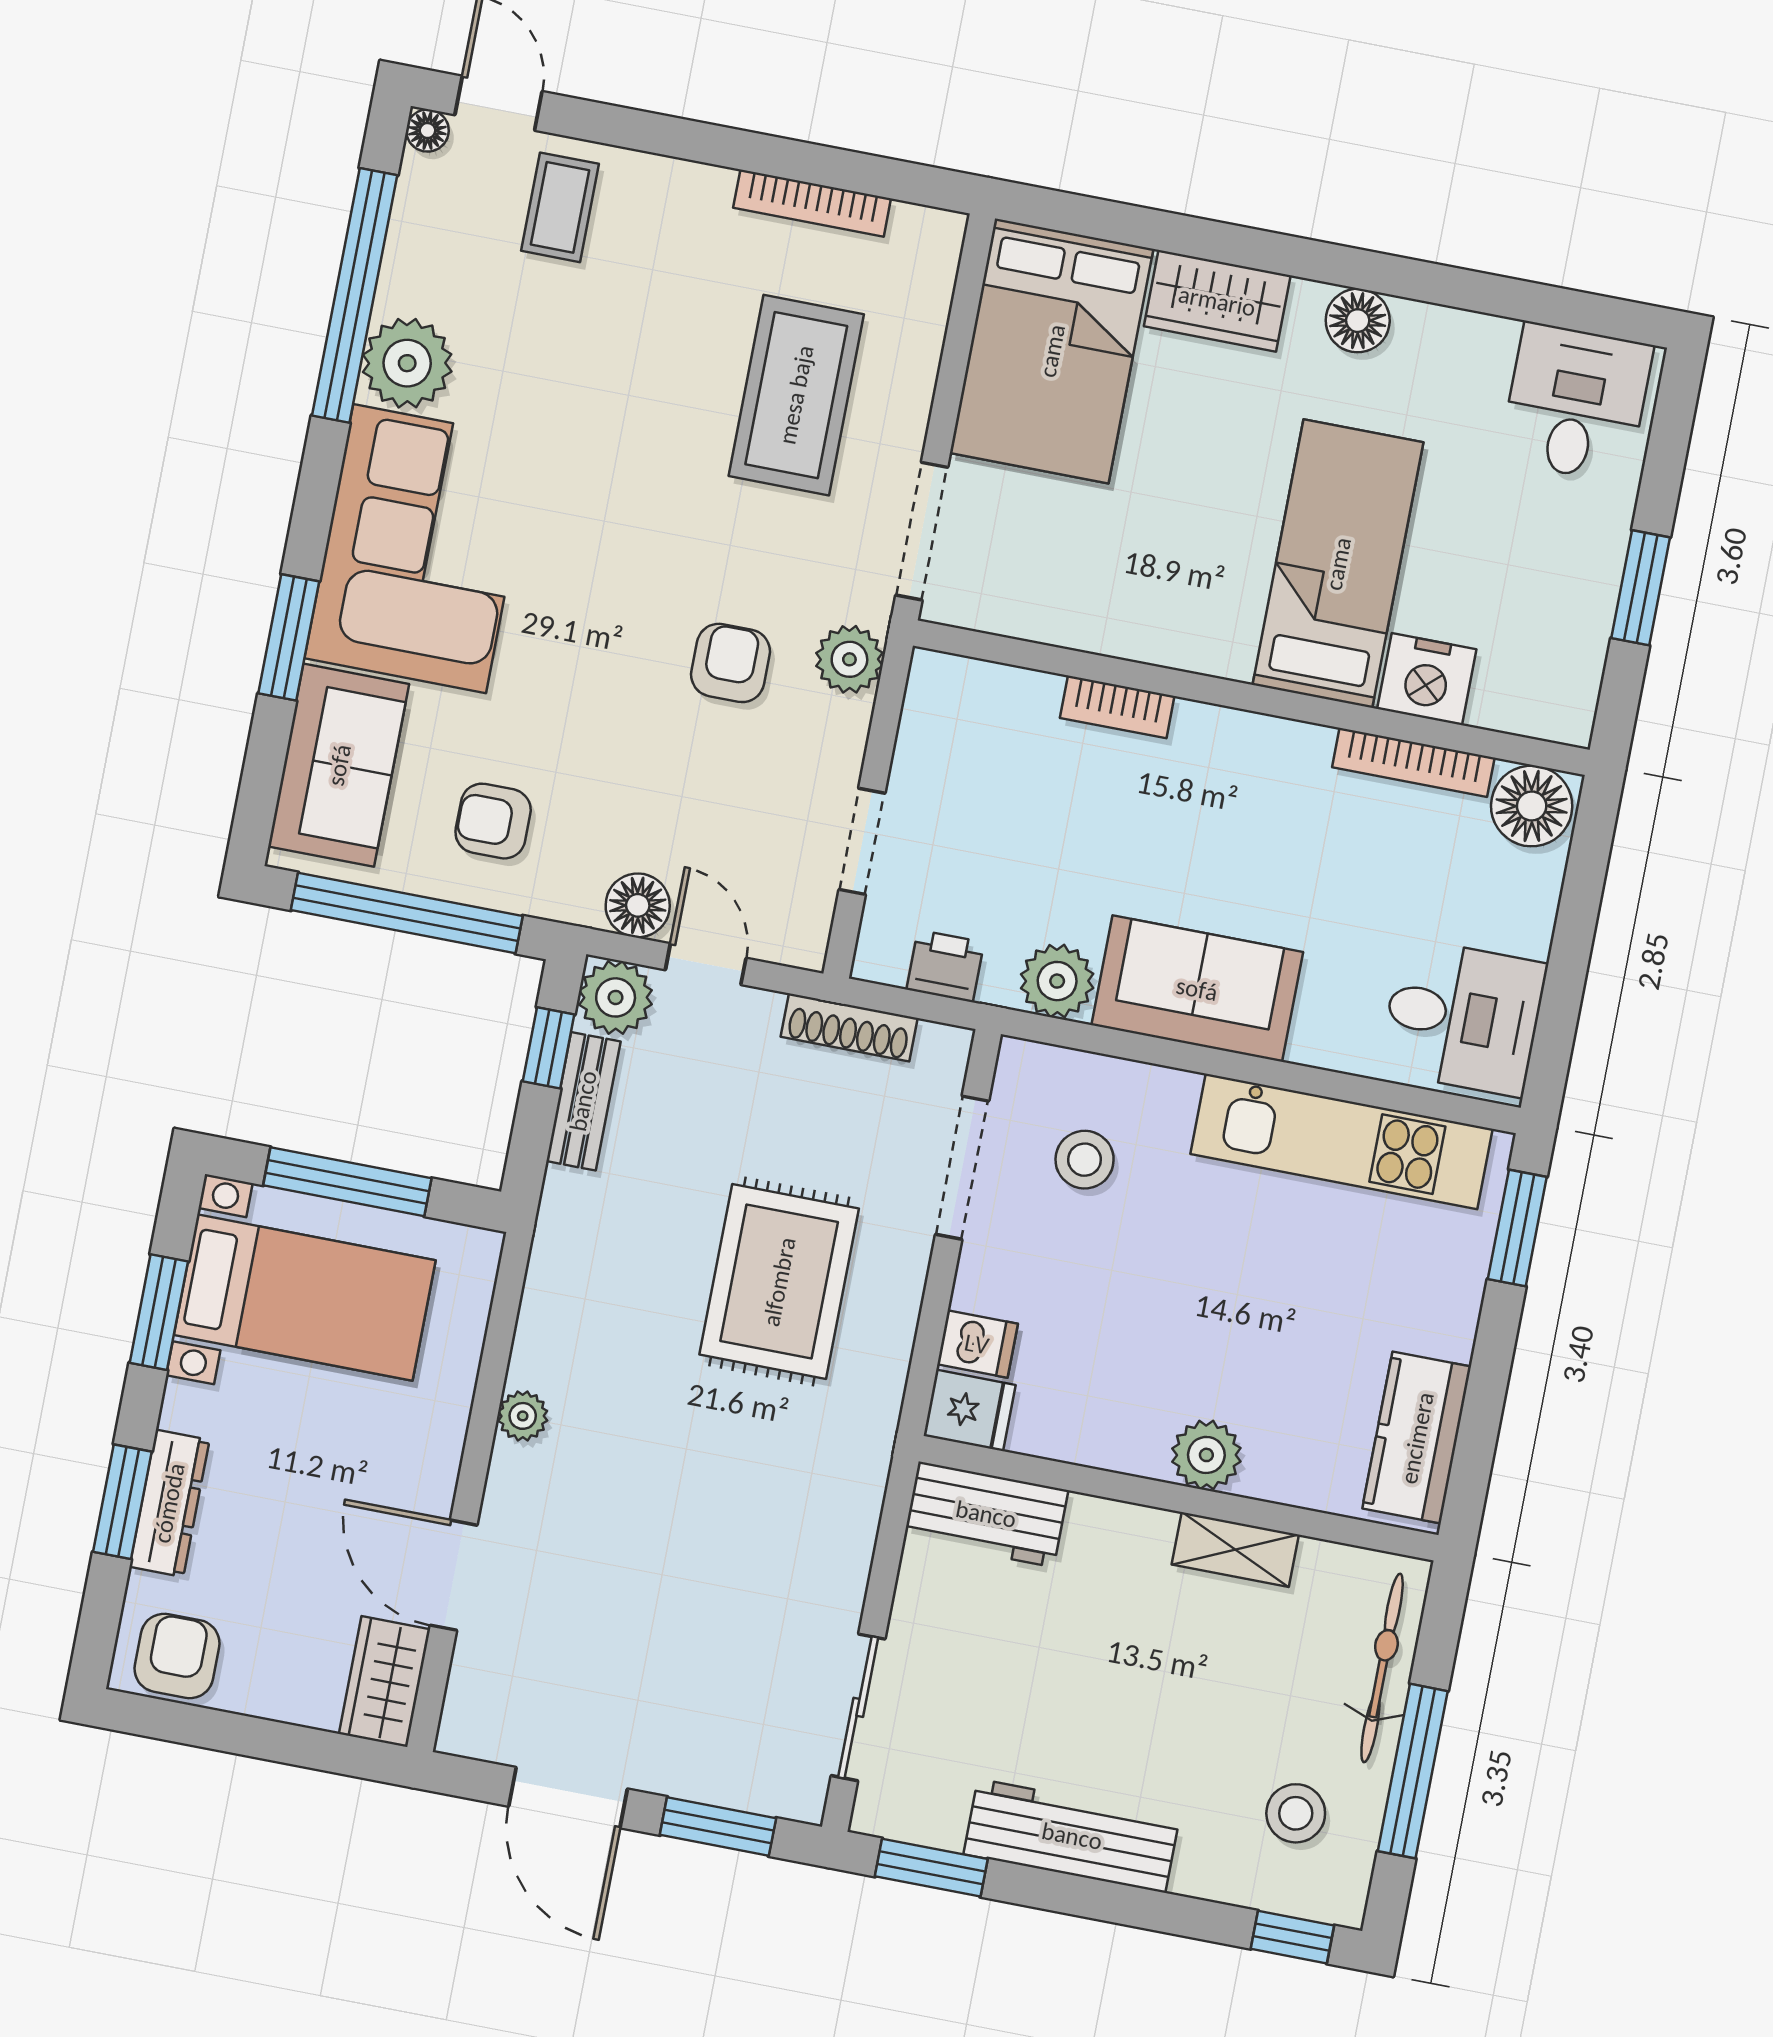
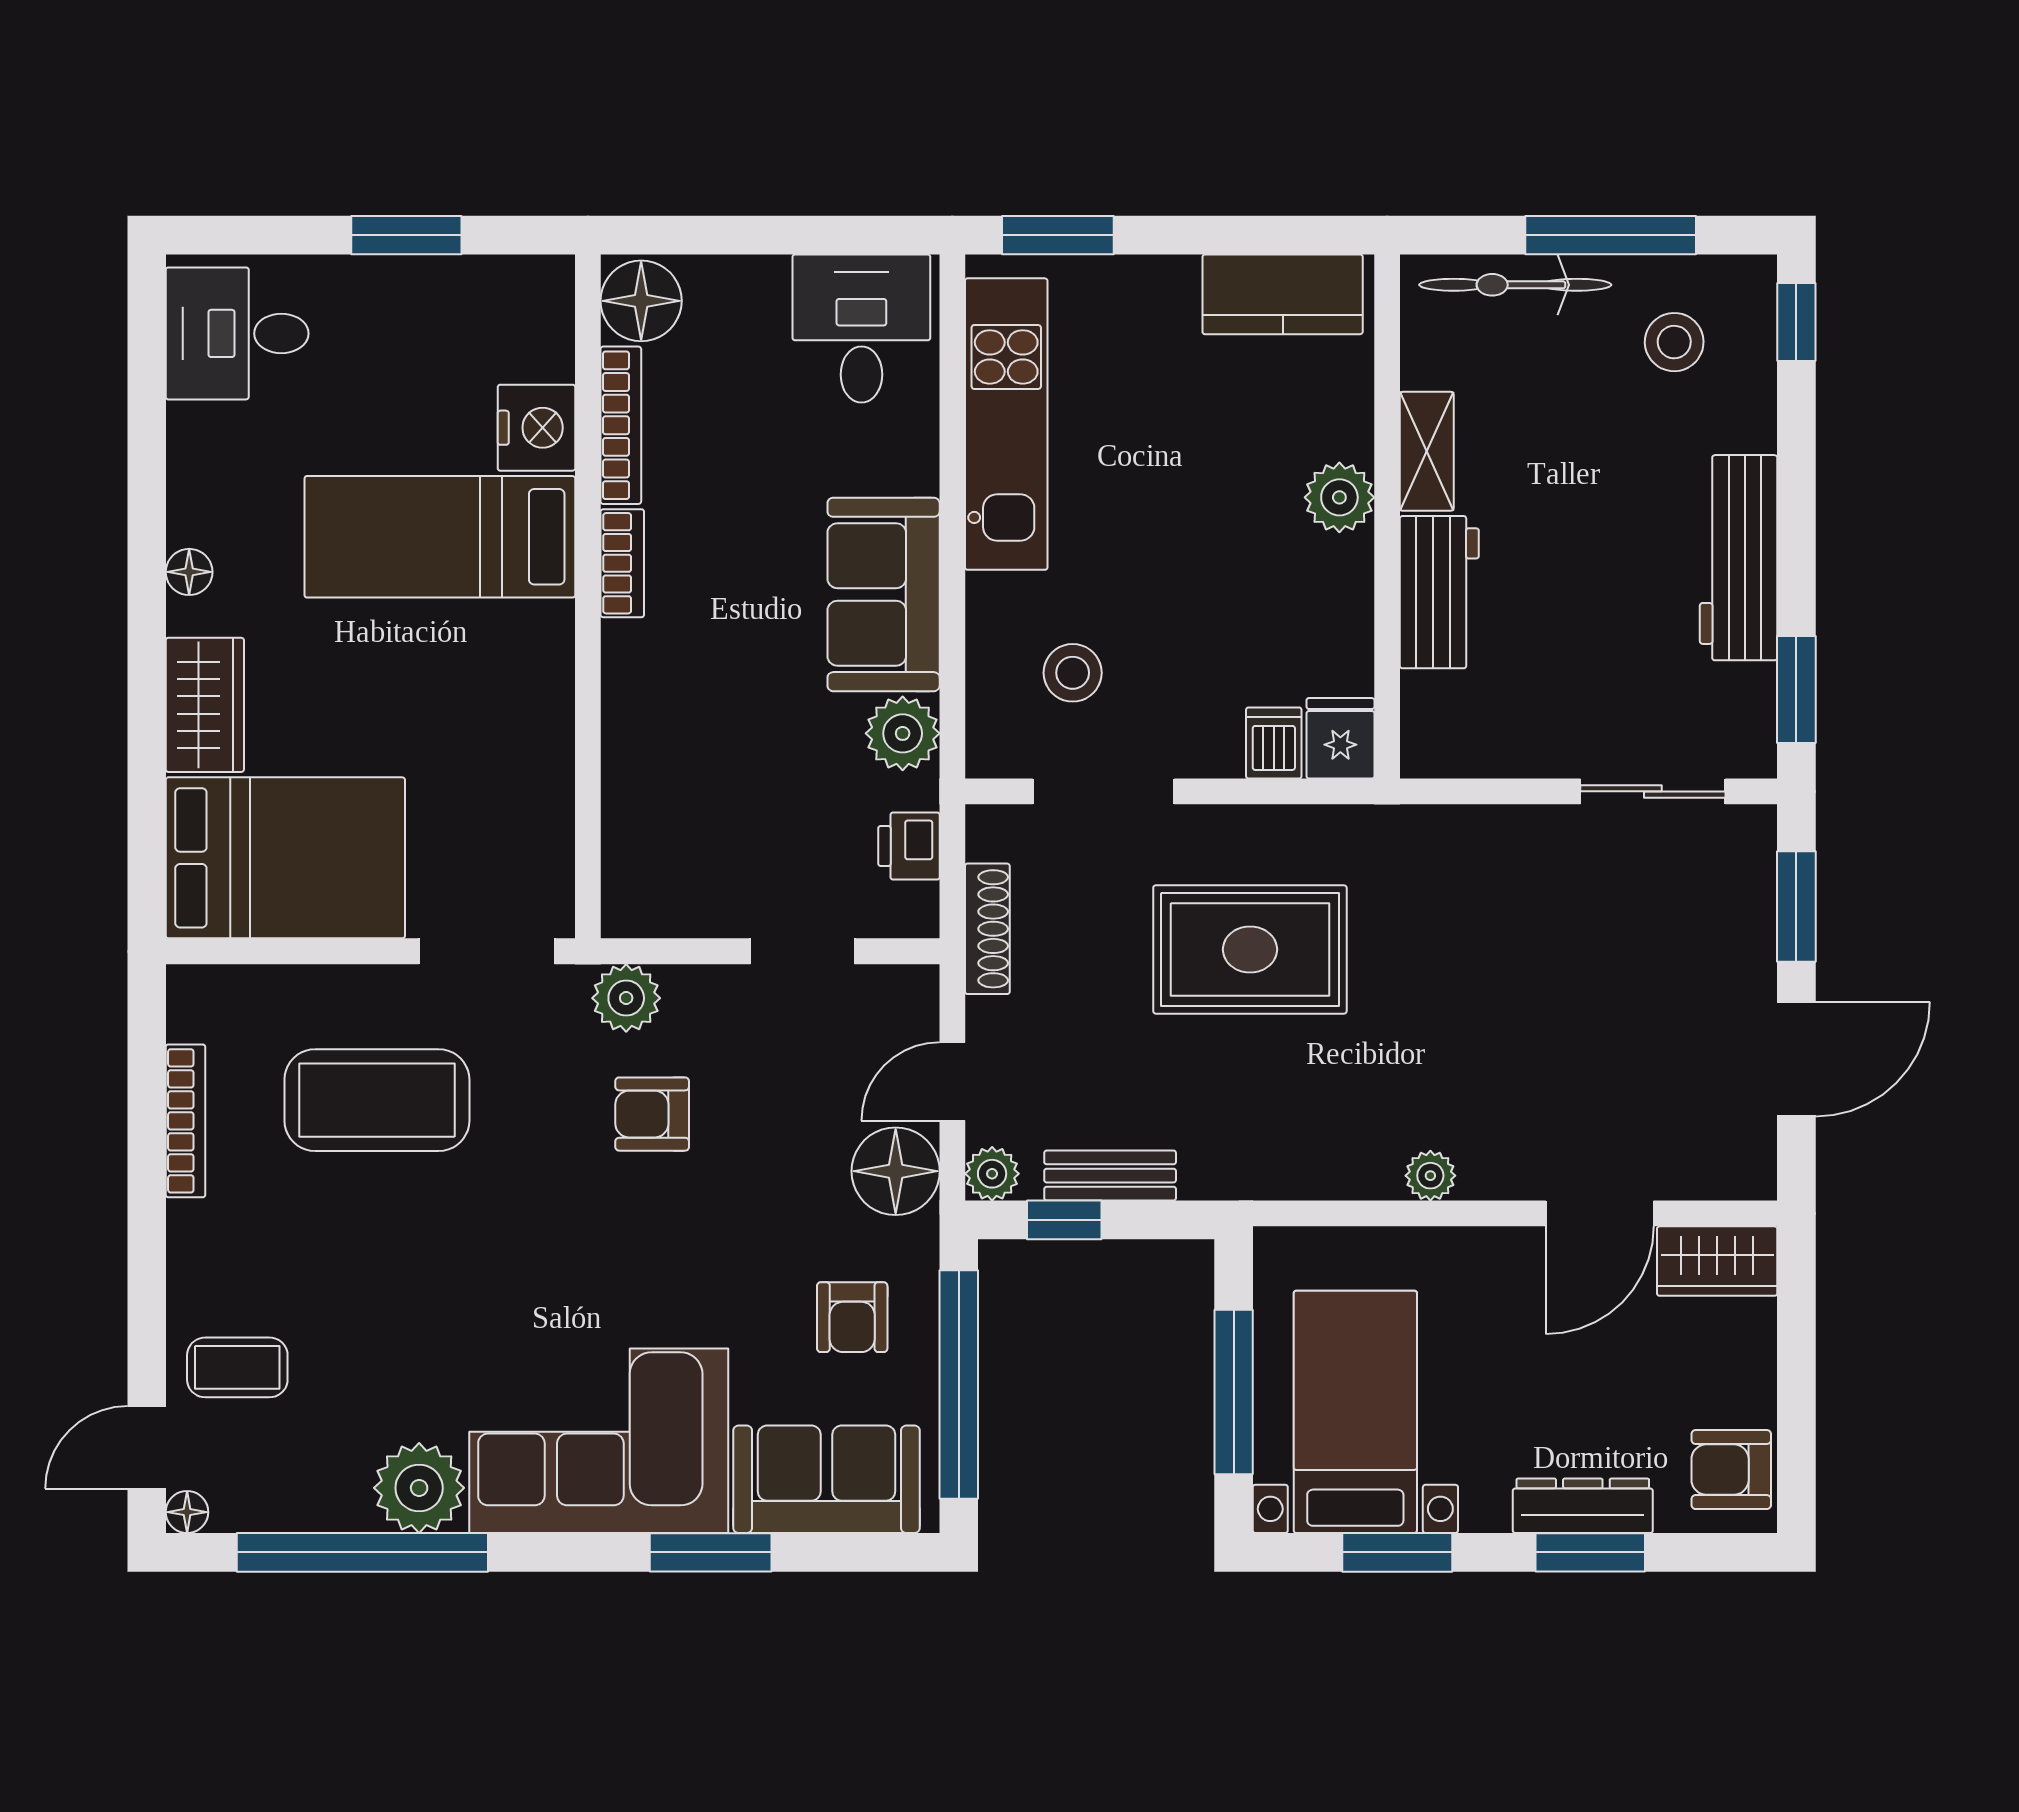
floor lamp: (1358, 321) -> (189, 572), width x0.73, depth x0.73
bookcase: (1117, 707) -> (622, 563), moved
floor lamp: (638, 905) -> (896, 1171), width x1.38, depth x1.38
plant: (616, 997) -> (992, 1174), width x0.73, depth x0.73
workbench: (986, 1514) -> (1439, 592), moved

